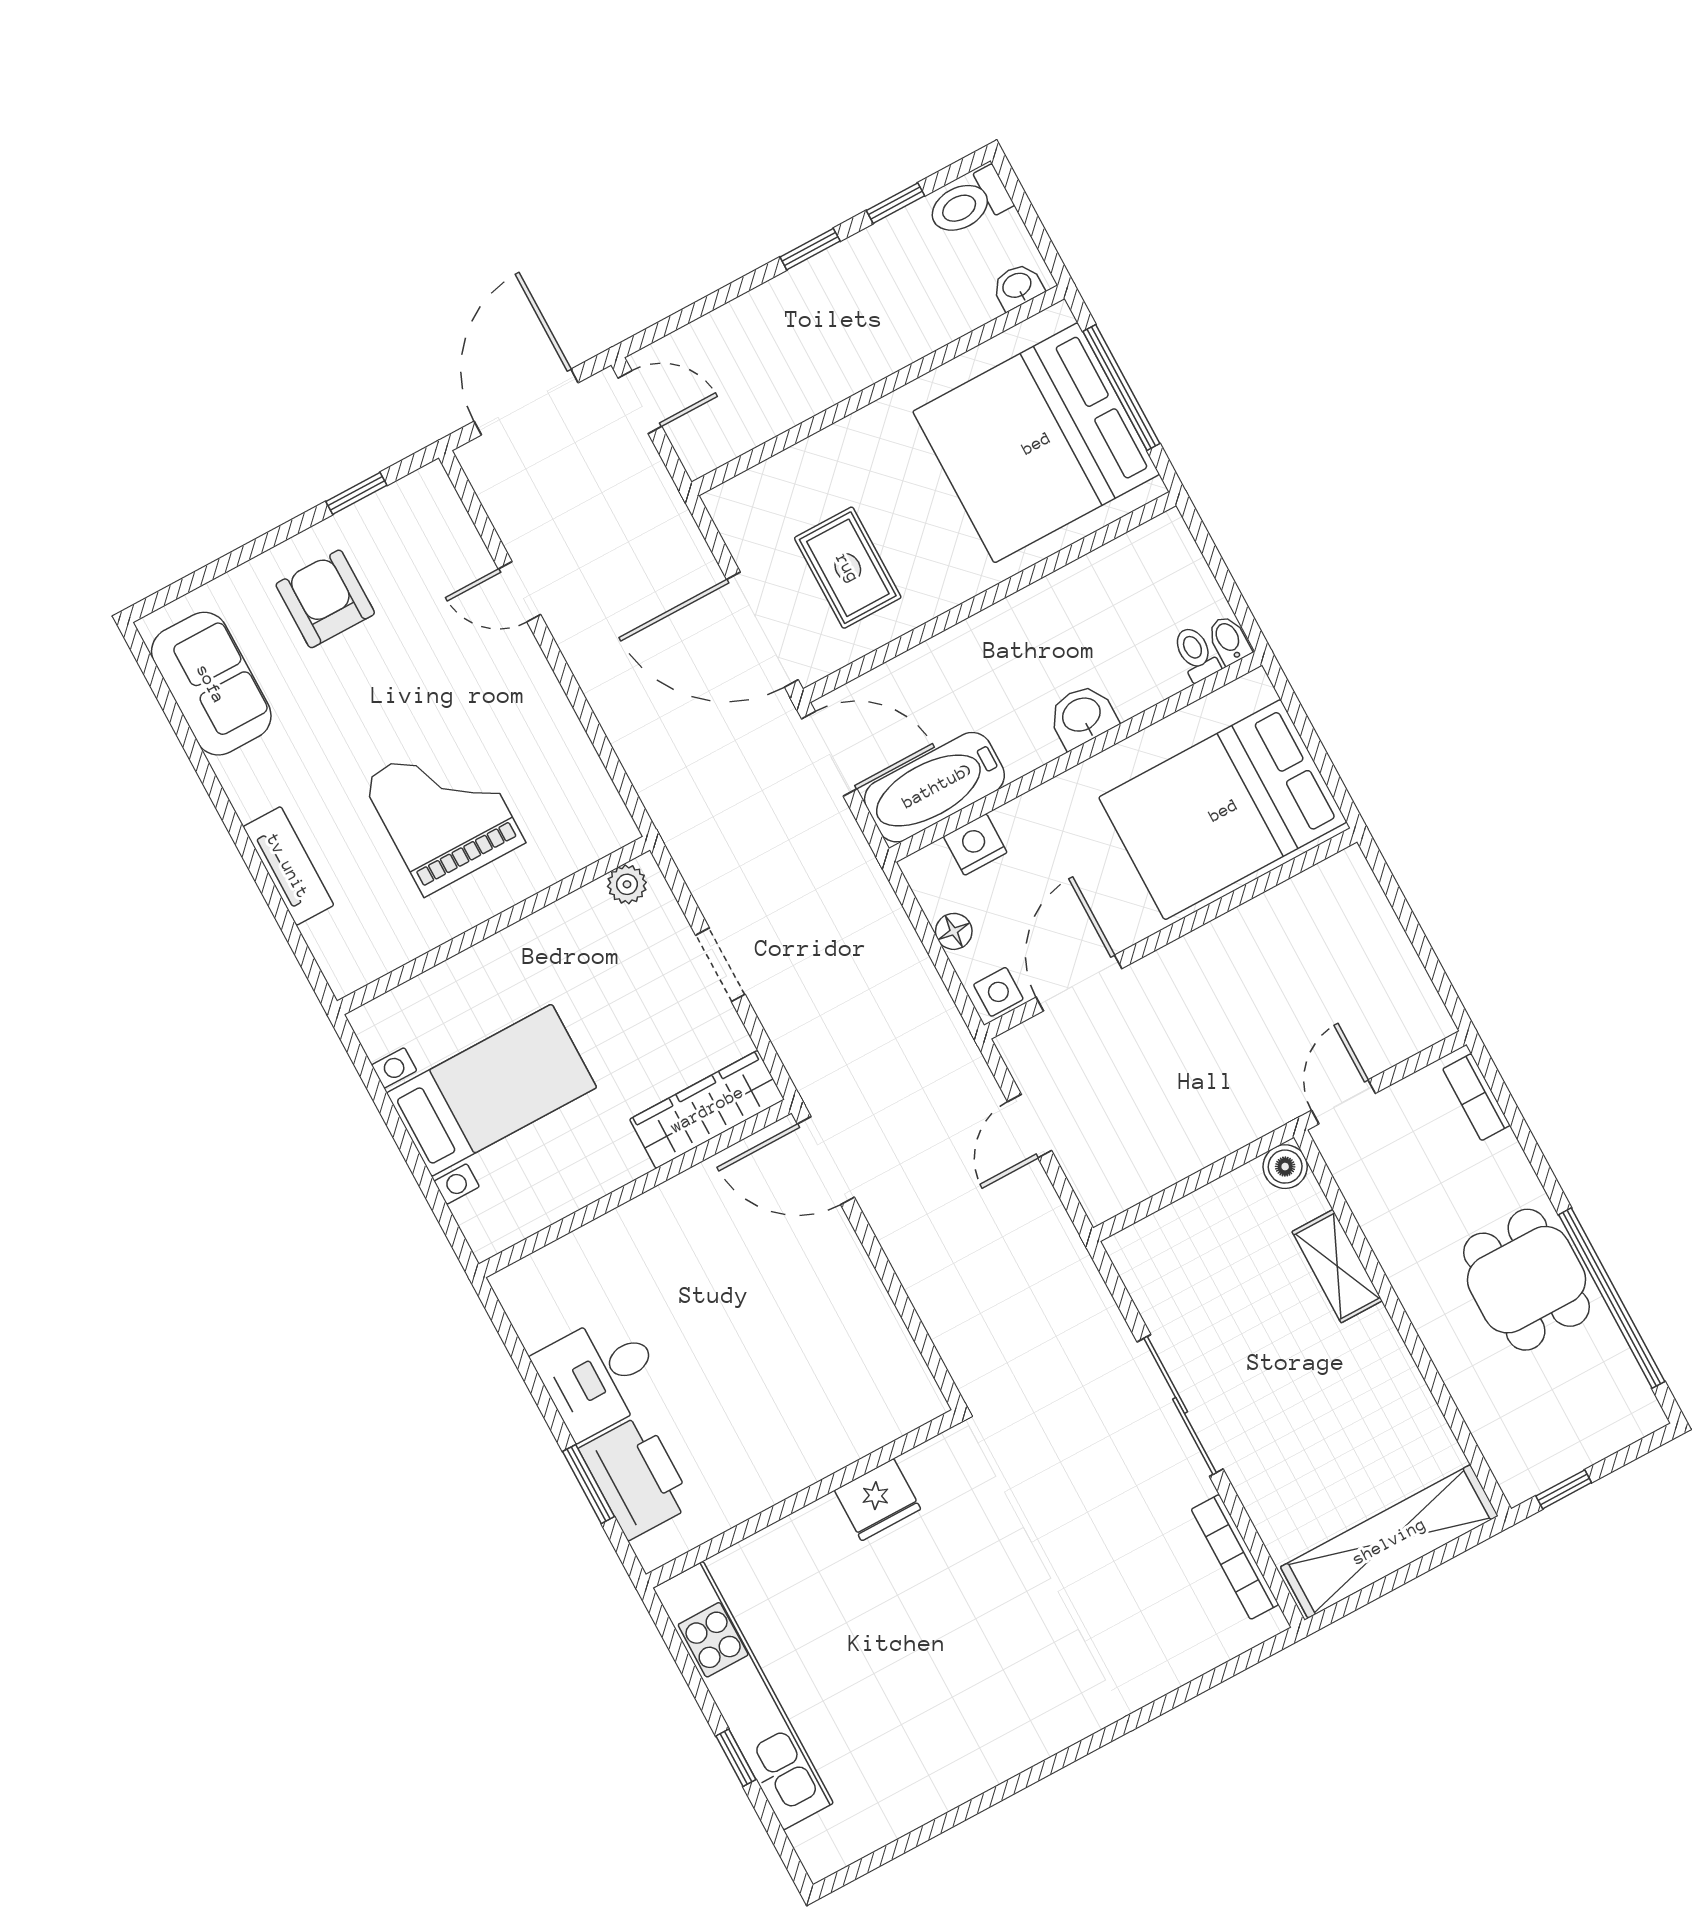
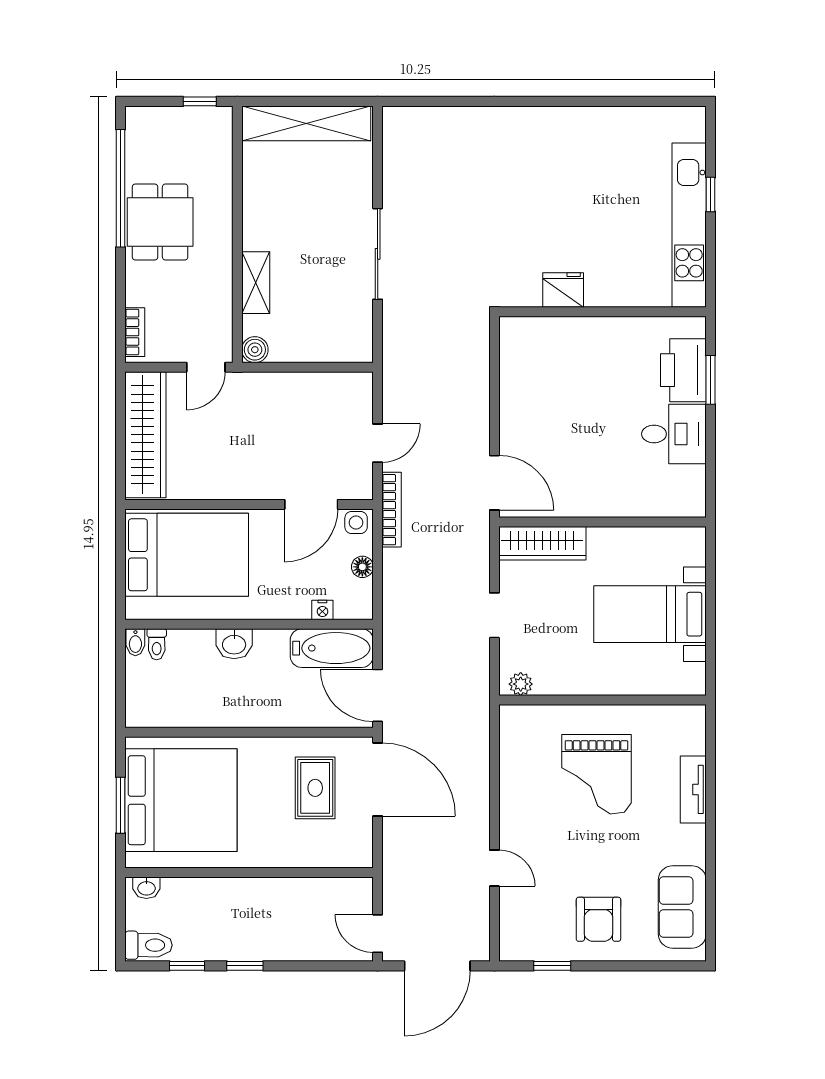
window: (1121, 387) -> (121, 805), width x0.69
nightstand: (975, 845) -> (322, 610), width x0.72, depth x0.74
wardrobe: (1379, 954) -> (145, 435), added
bookcase: (1235, 1557) -> (392, 510), moved

